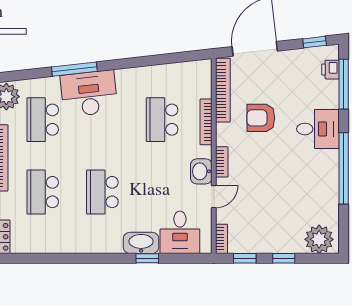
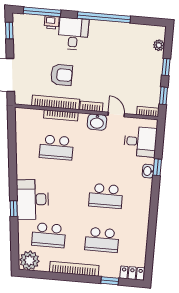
window: (74, 69) -> (14, 209), width x0.46
printer: (330, 70) -> (52, 22), moved
bookcase: (223, 90) -> (56, 102), moved
armchair: (261, 118) -> (62, 75), turned -90
plant: (319, 239) -> (159, 45), width x0.53, depth x0.53
washbasin: (141, 243) -> (148, 171), width x0.52, depth x0.69

